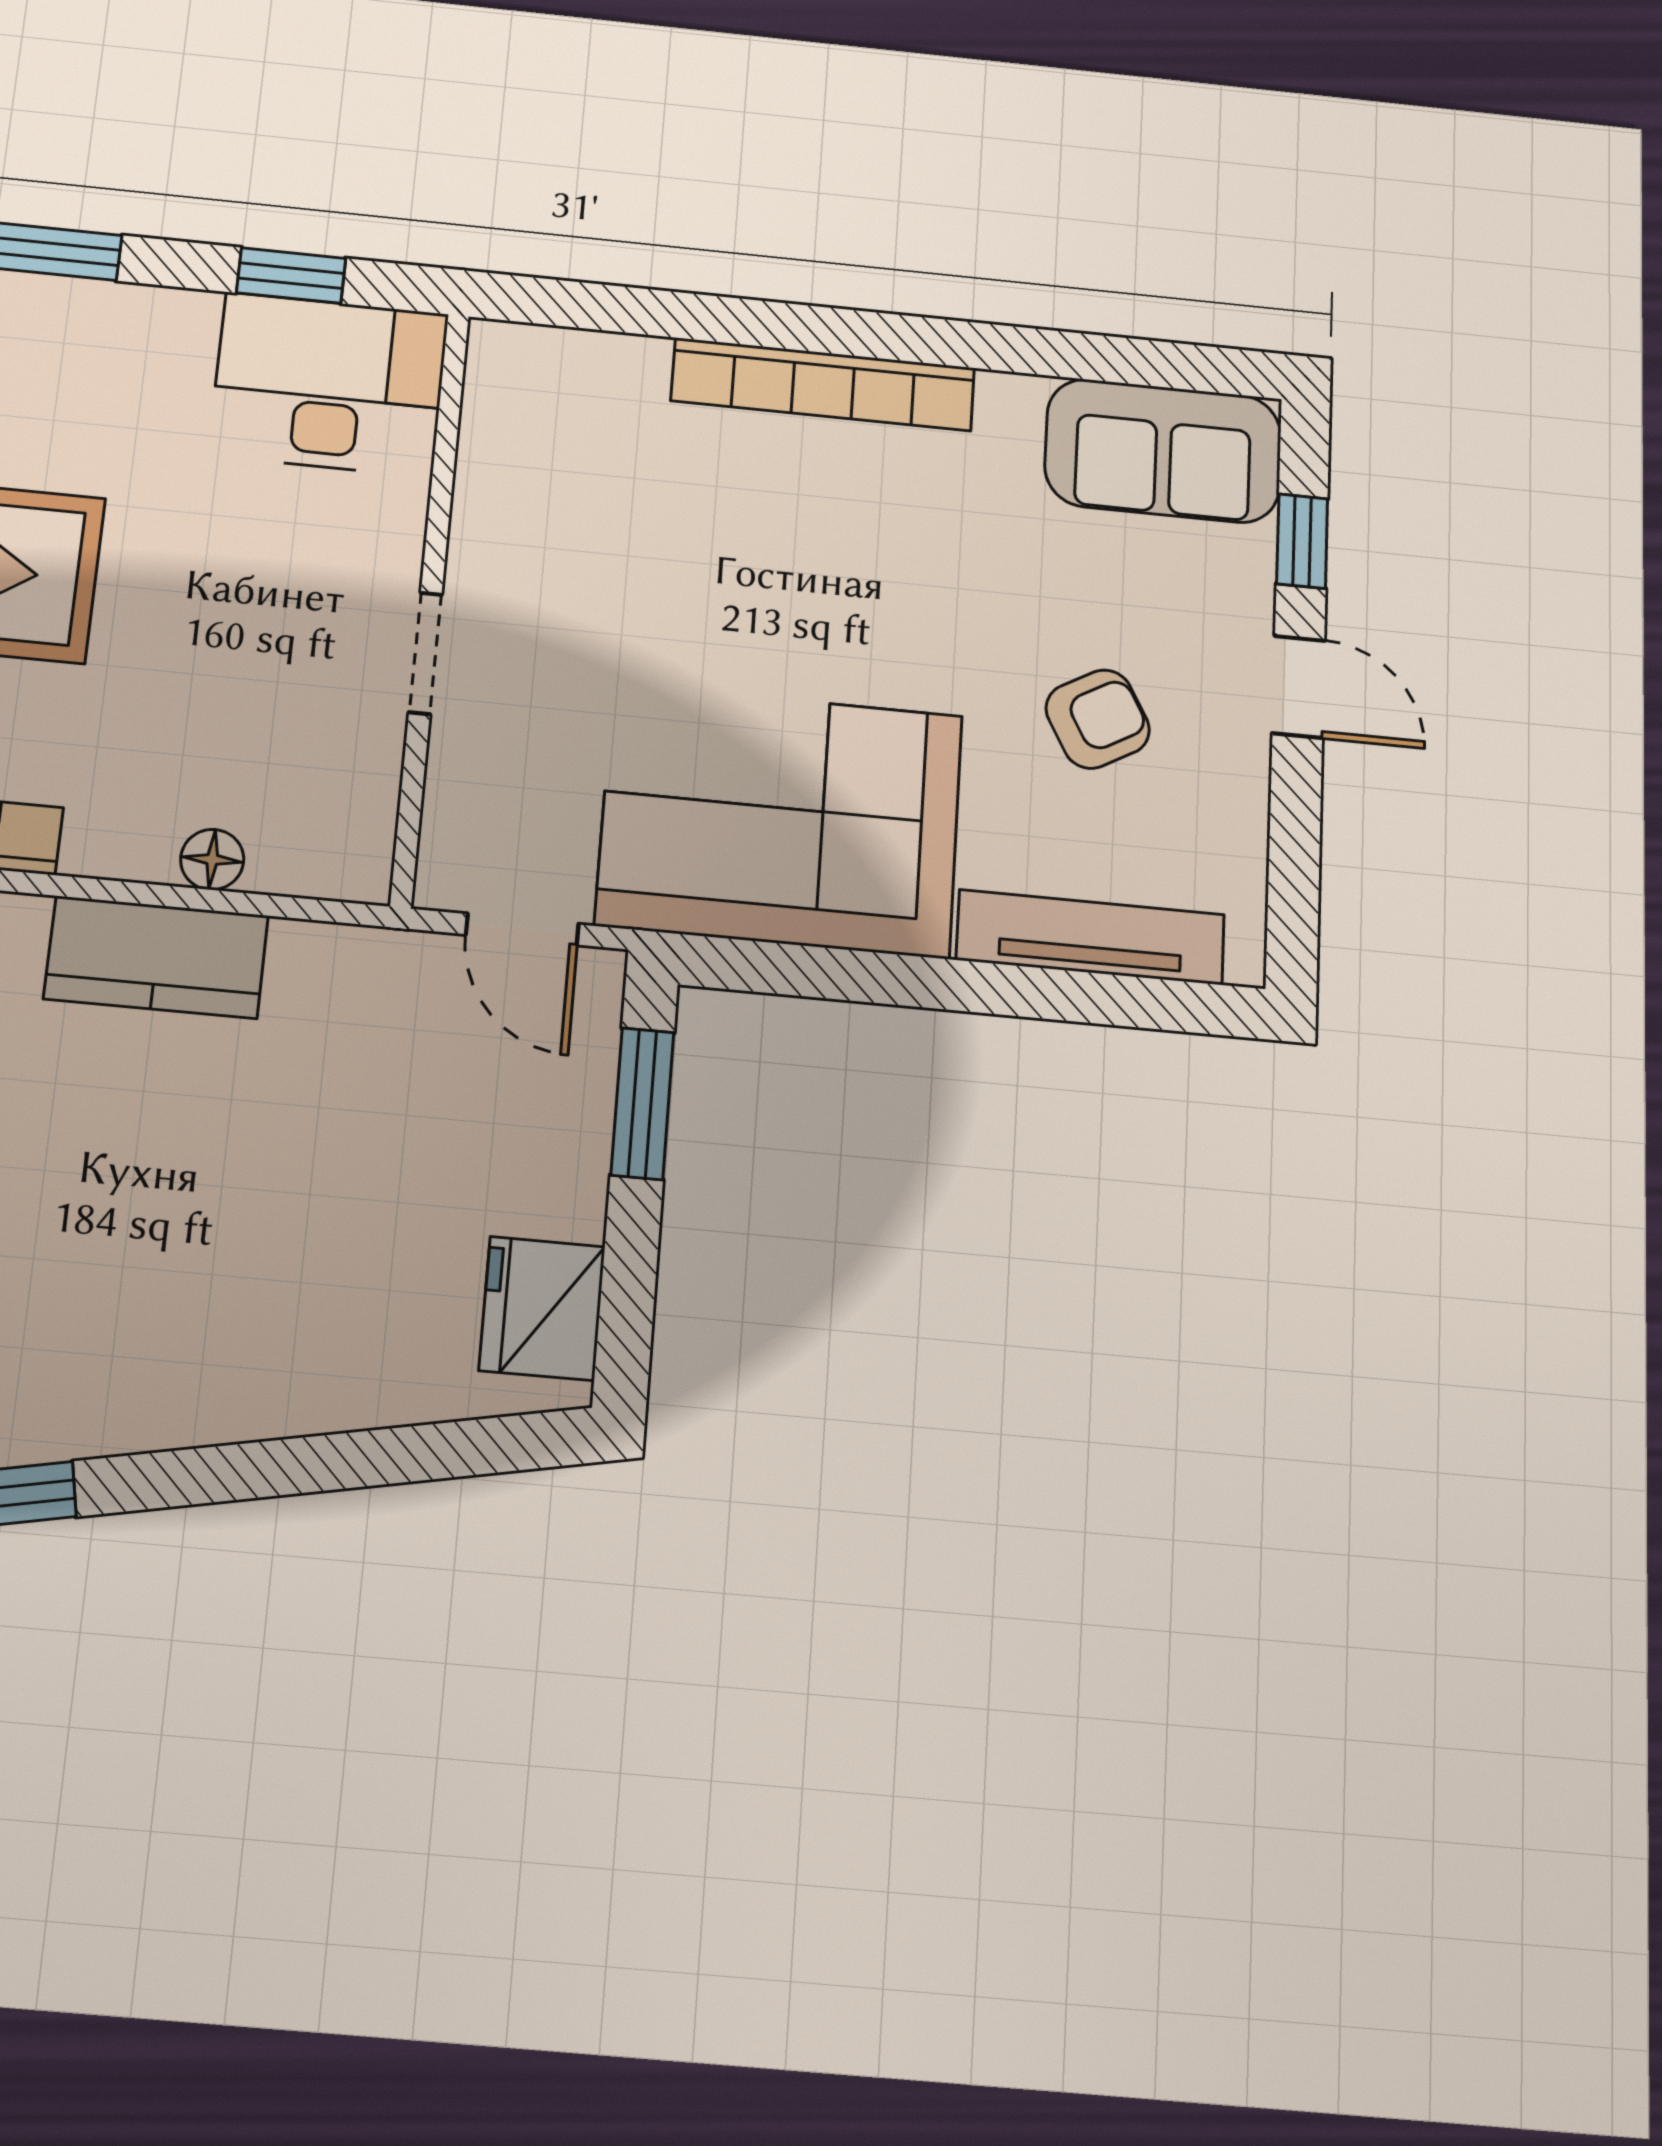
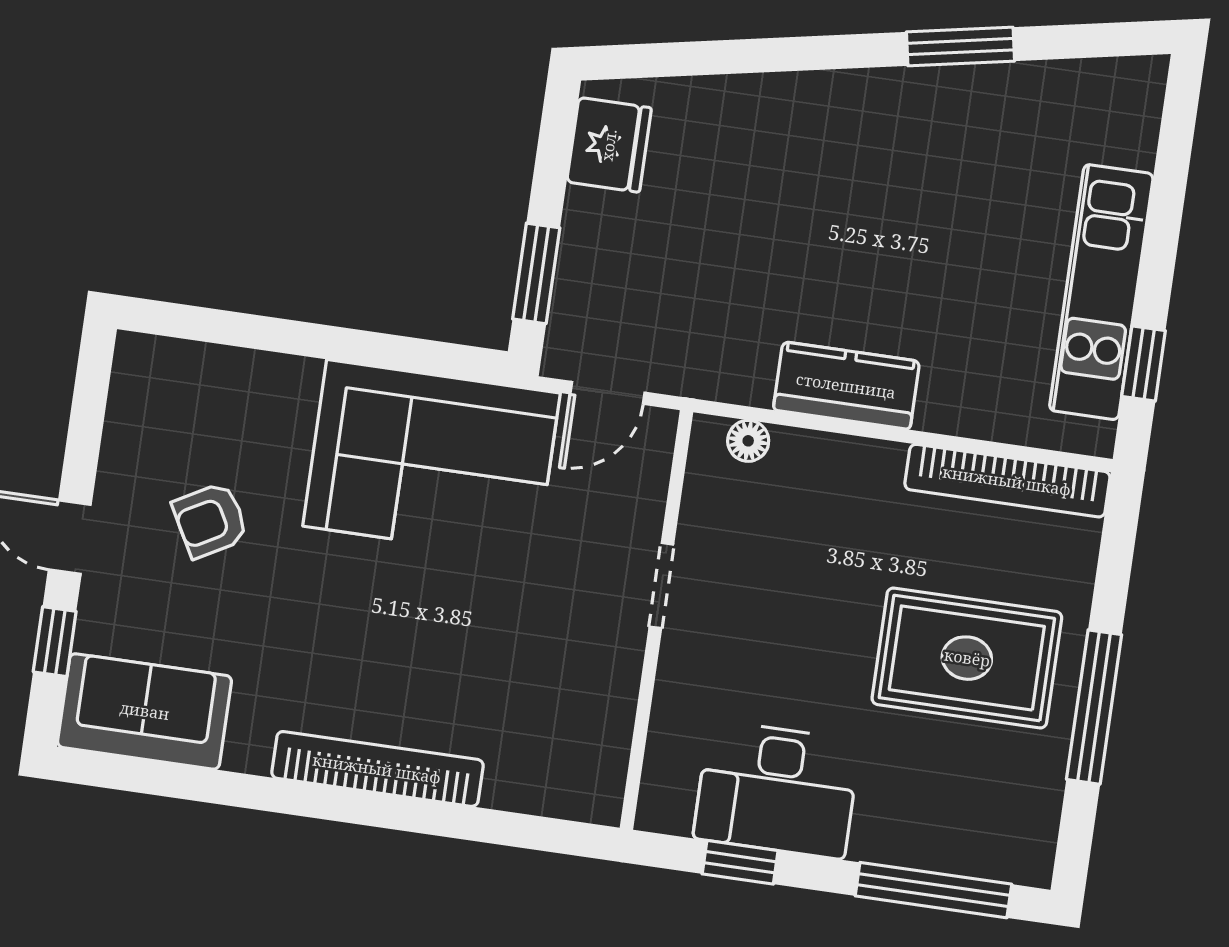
desk: (329, 384) -> (777, 790), moved
floor lamp: (212, 859) -> (748, 441), moved
door: (522, 929) -> (607, 393), swing flipped
tv unit: (1091, 937) -> (231, 370), removed

